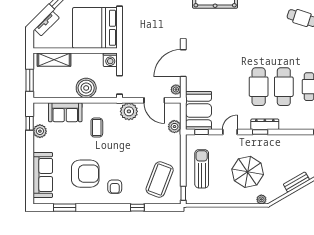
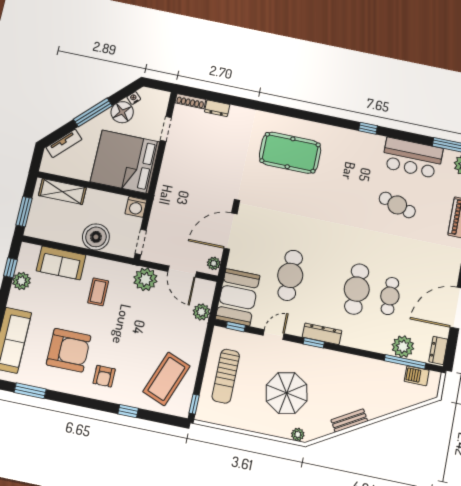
cafe table: (259, 87) -> (290, 275), moved
sun lounger: (202, 169) -> (226, 376), turned 180

